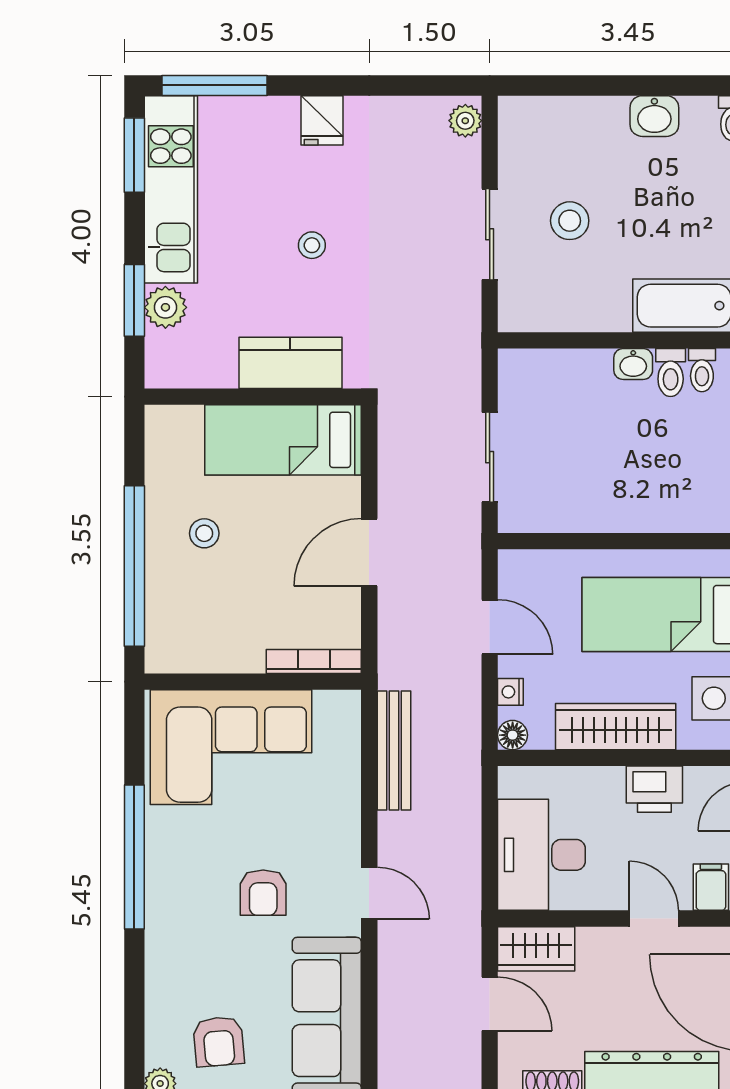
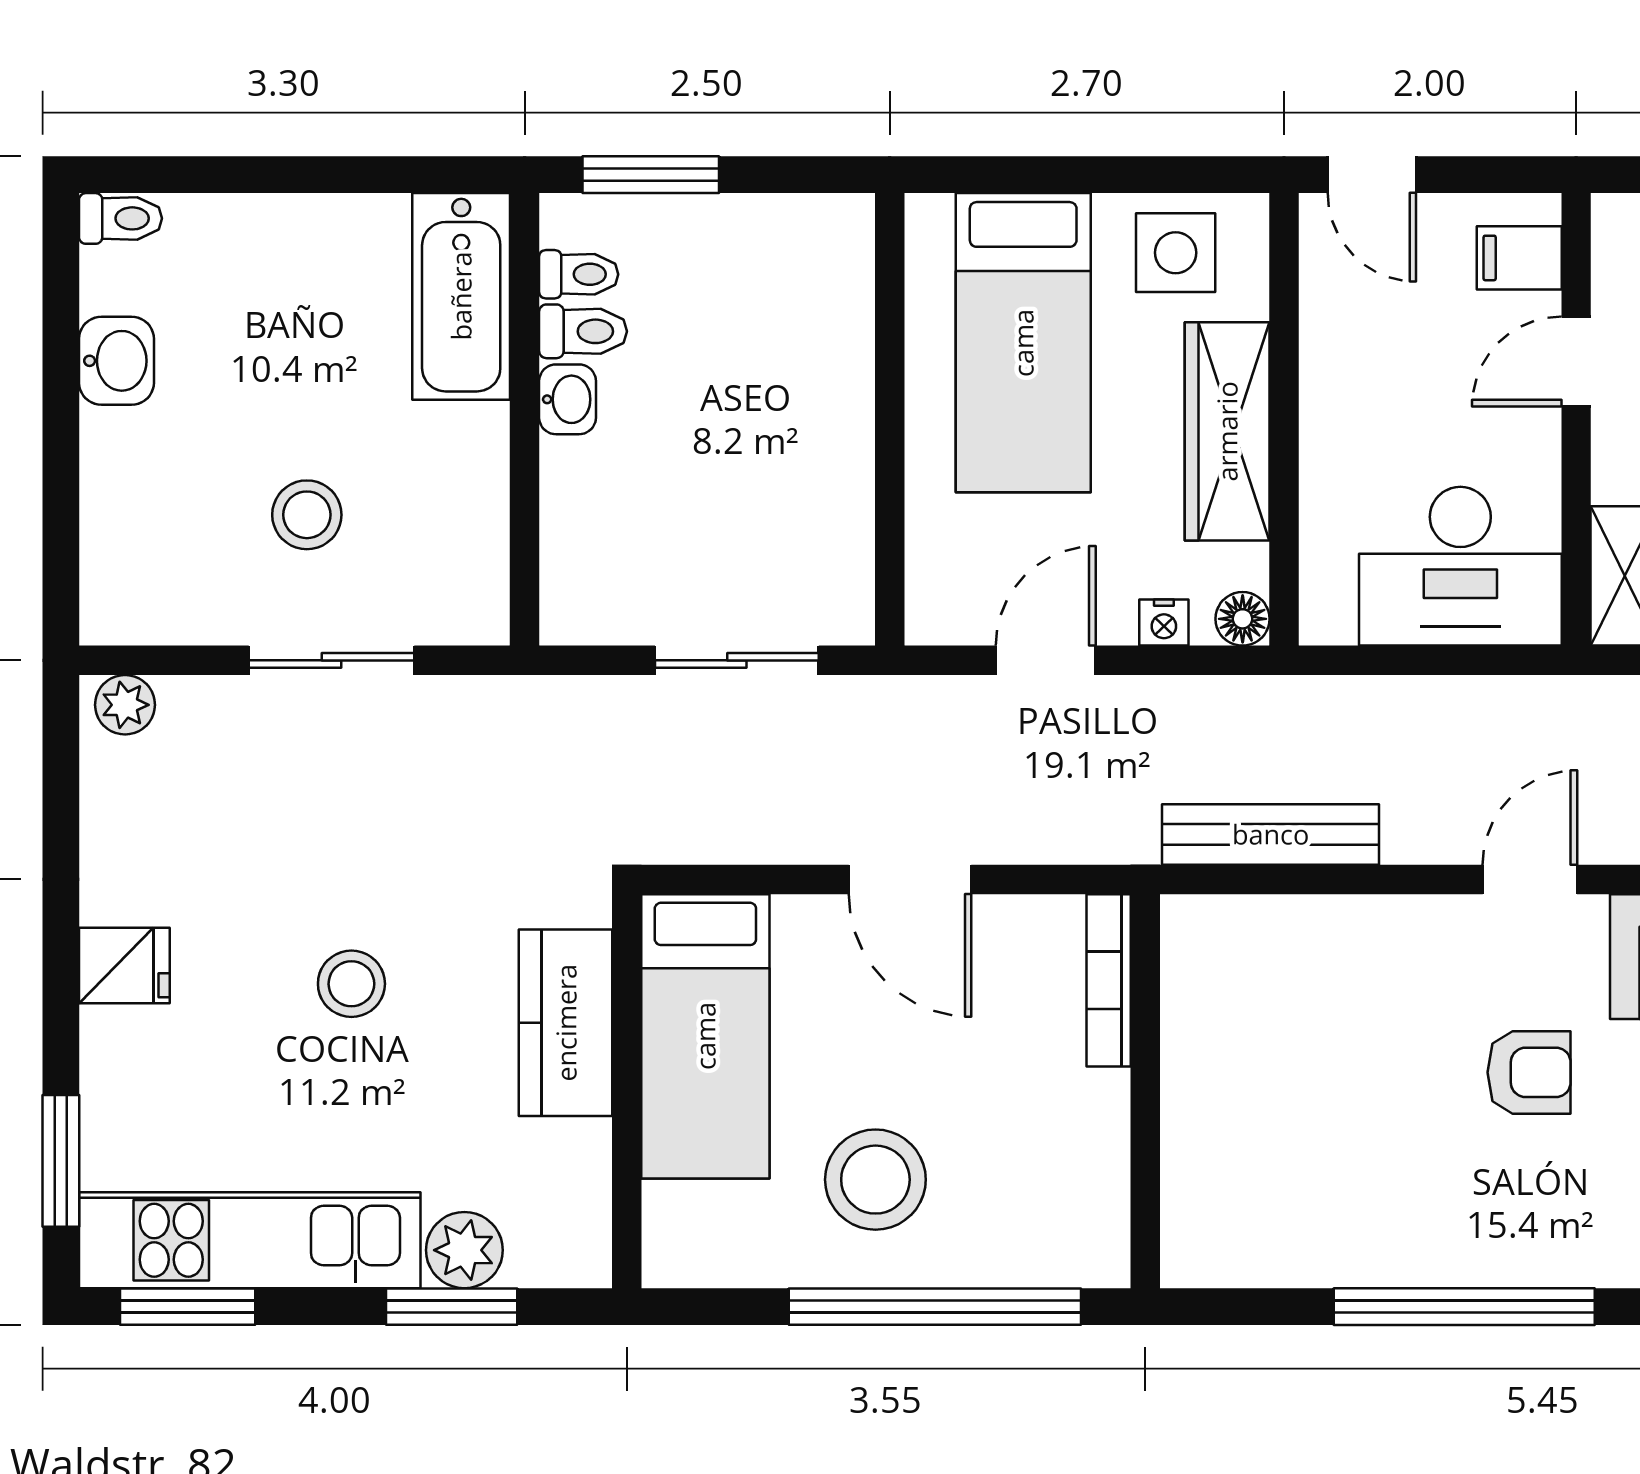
window: (214, 85) -> (61, 1161), width x0.69
stool: (312, 245) -> (351, 984), width x1.37, depth x1.37
stool: (204, 533) -> (875, 1180), width x1.89, depth x1.89
corner sofa: (231, 747) -> (1264, 1131), removed
printer: (654, 789) -> (1341, 361), removed

